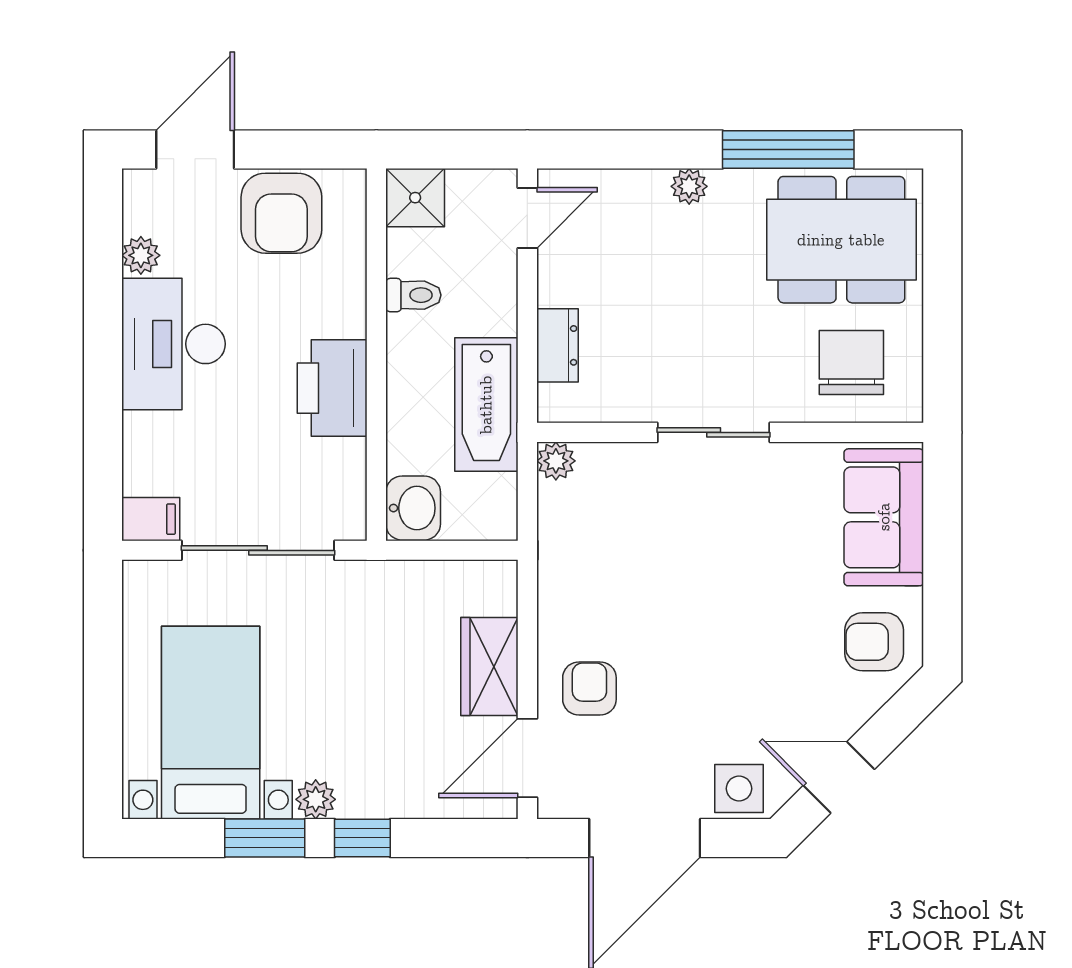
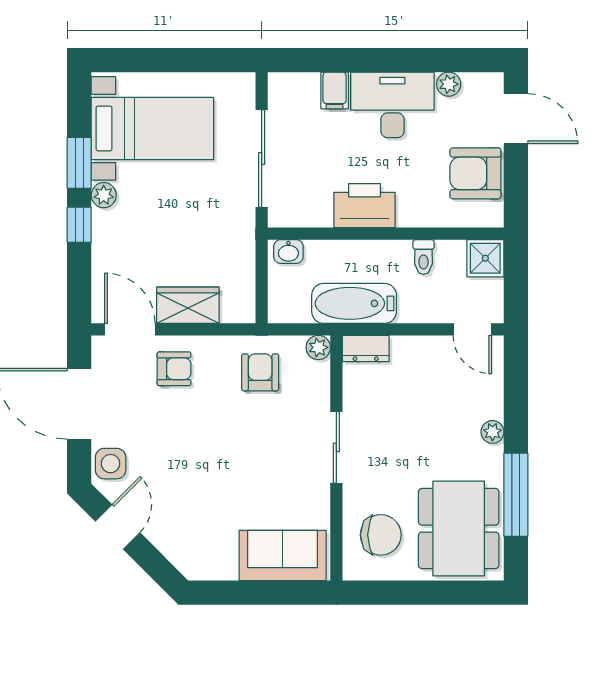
dresser: (557, 345) -> (366, 348), moved
washbasin: (413, 508) -> (288, 252), width x0.72, depth x0.69
filing cabinet: (151, 519) -> (335, 90), moved
armchair: (874, 642) -> (260, 372), moved

